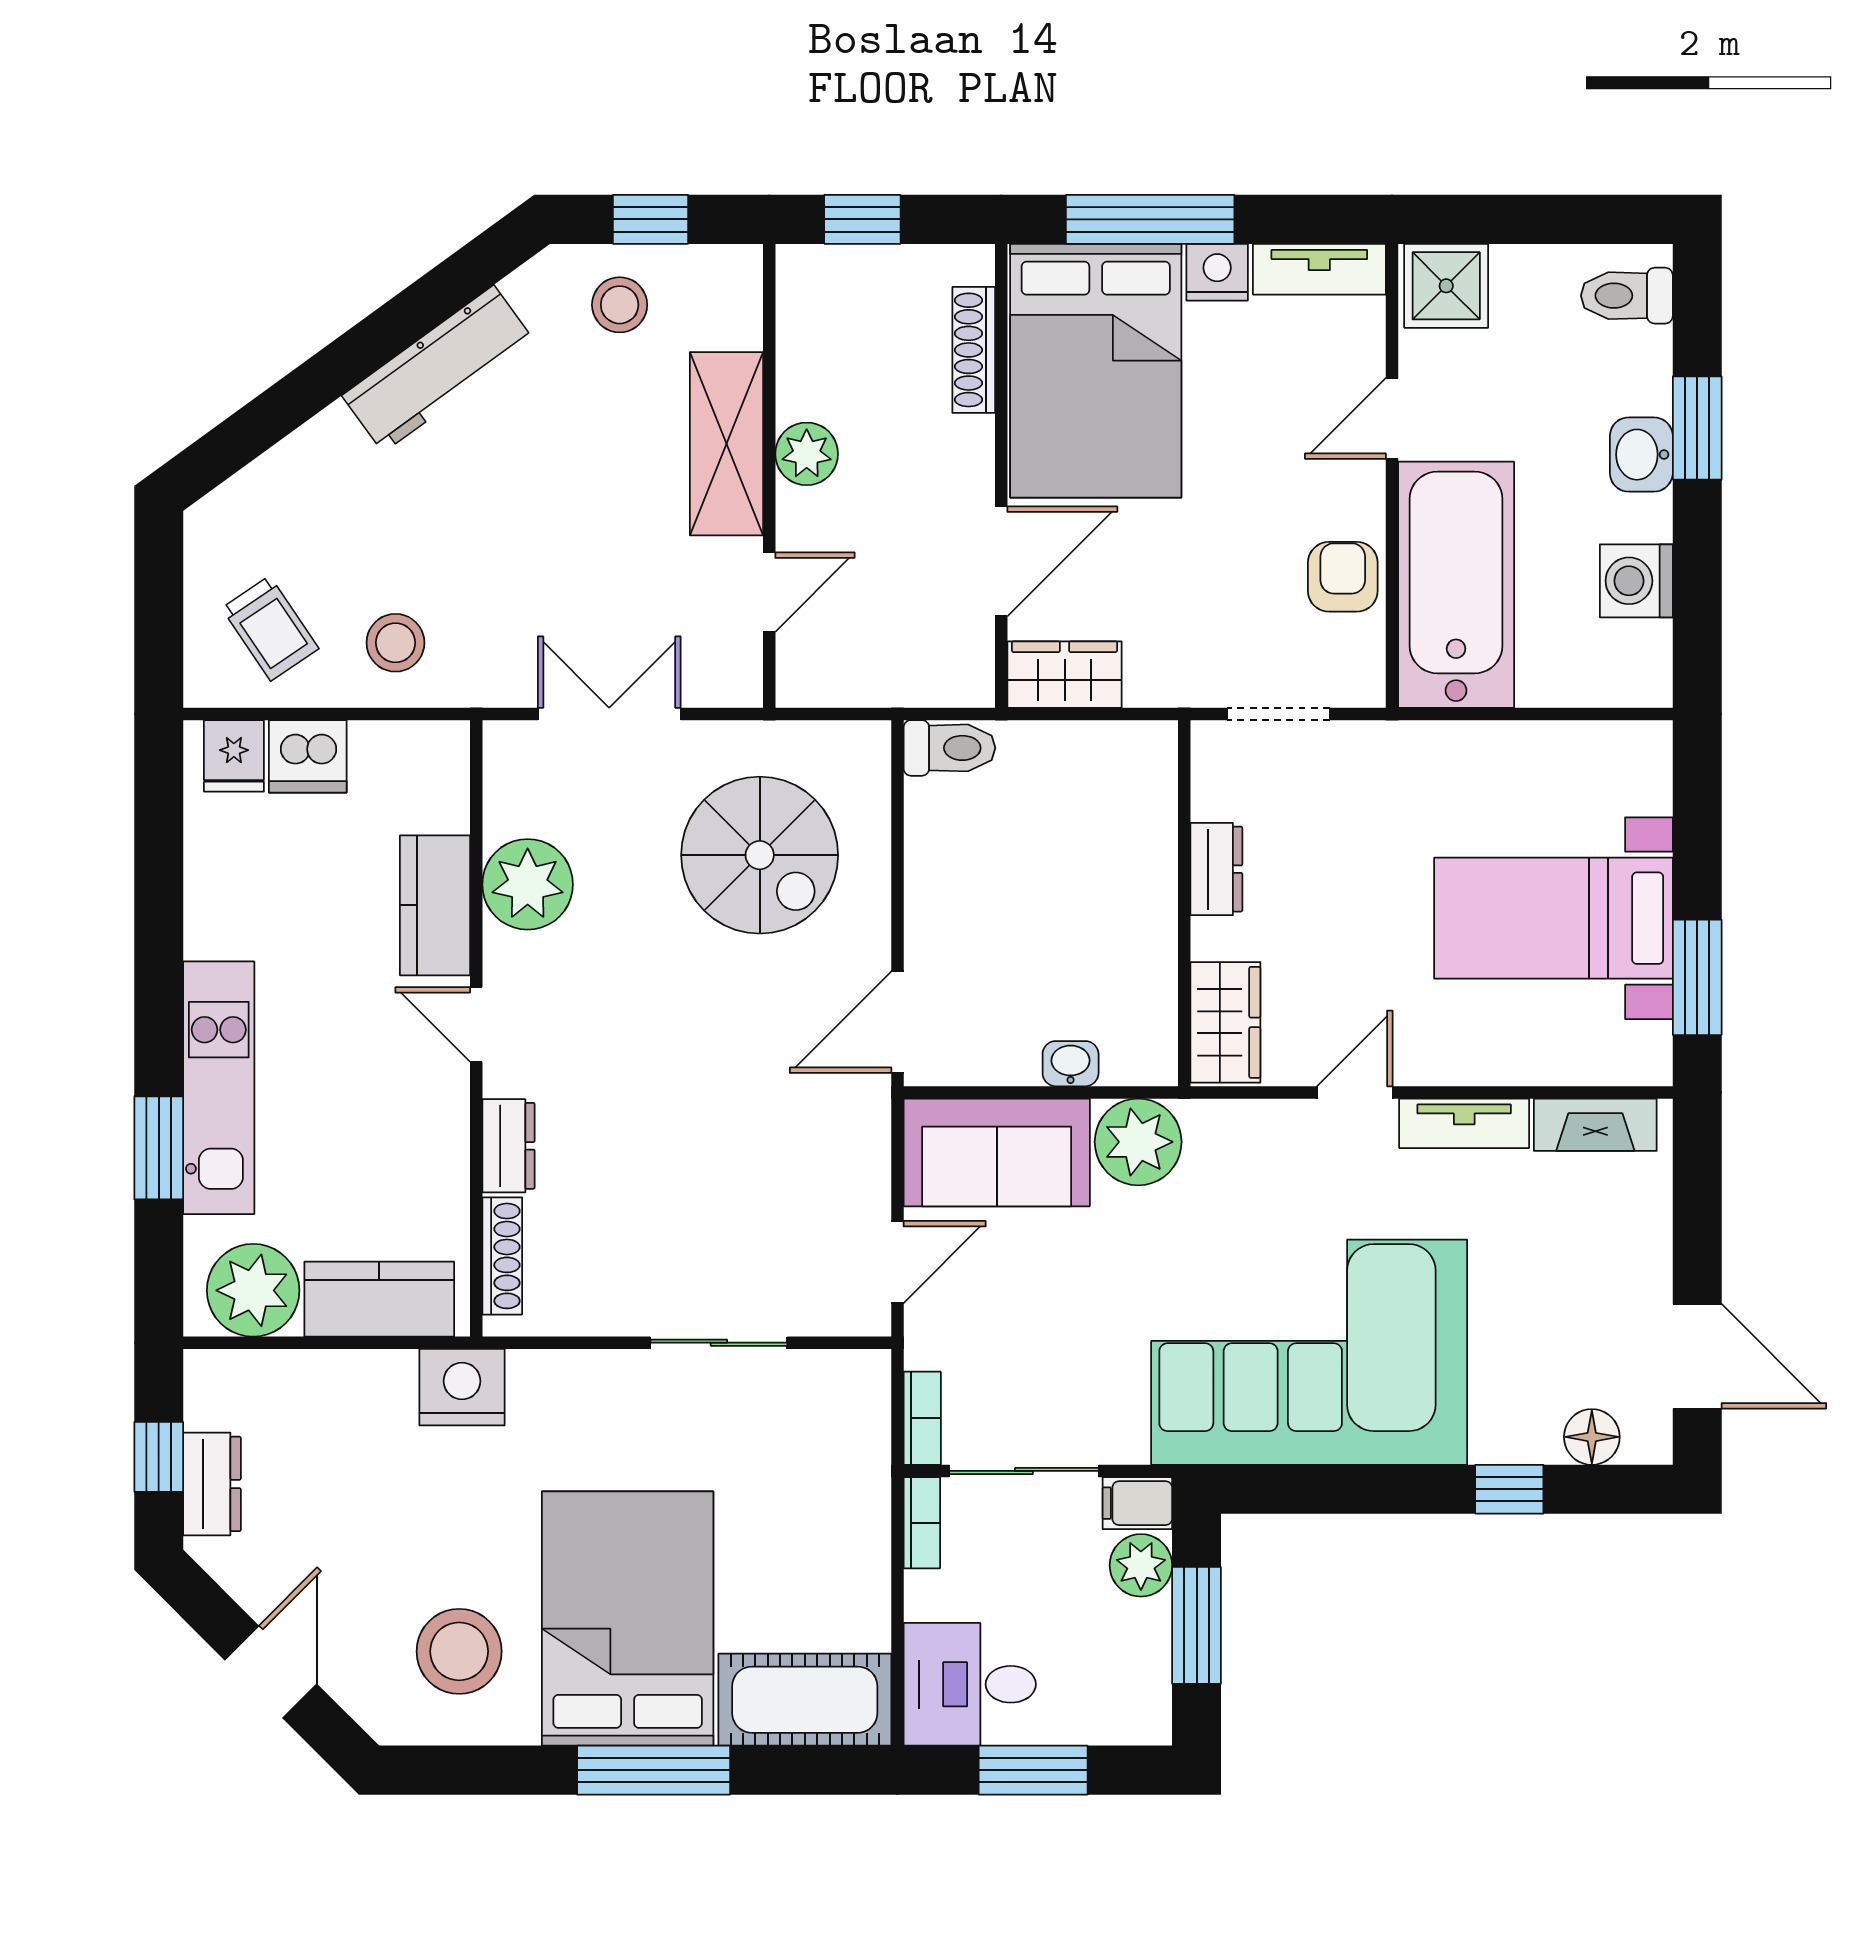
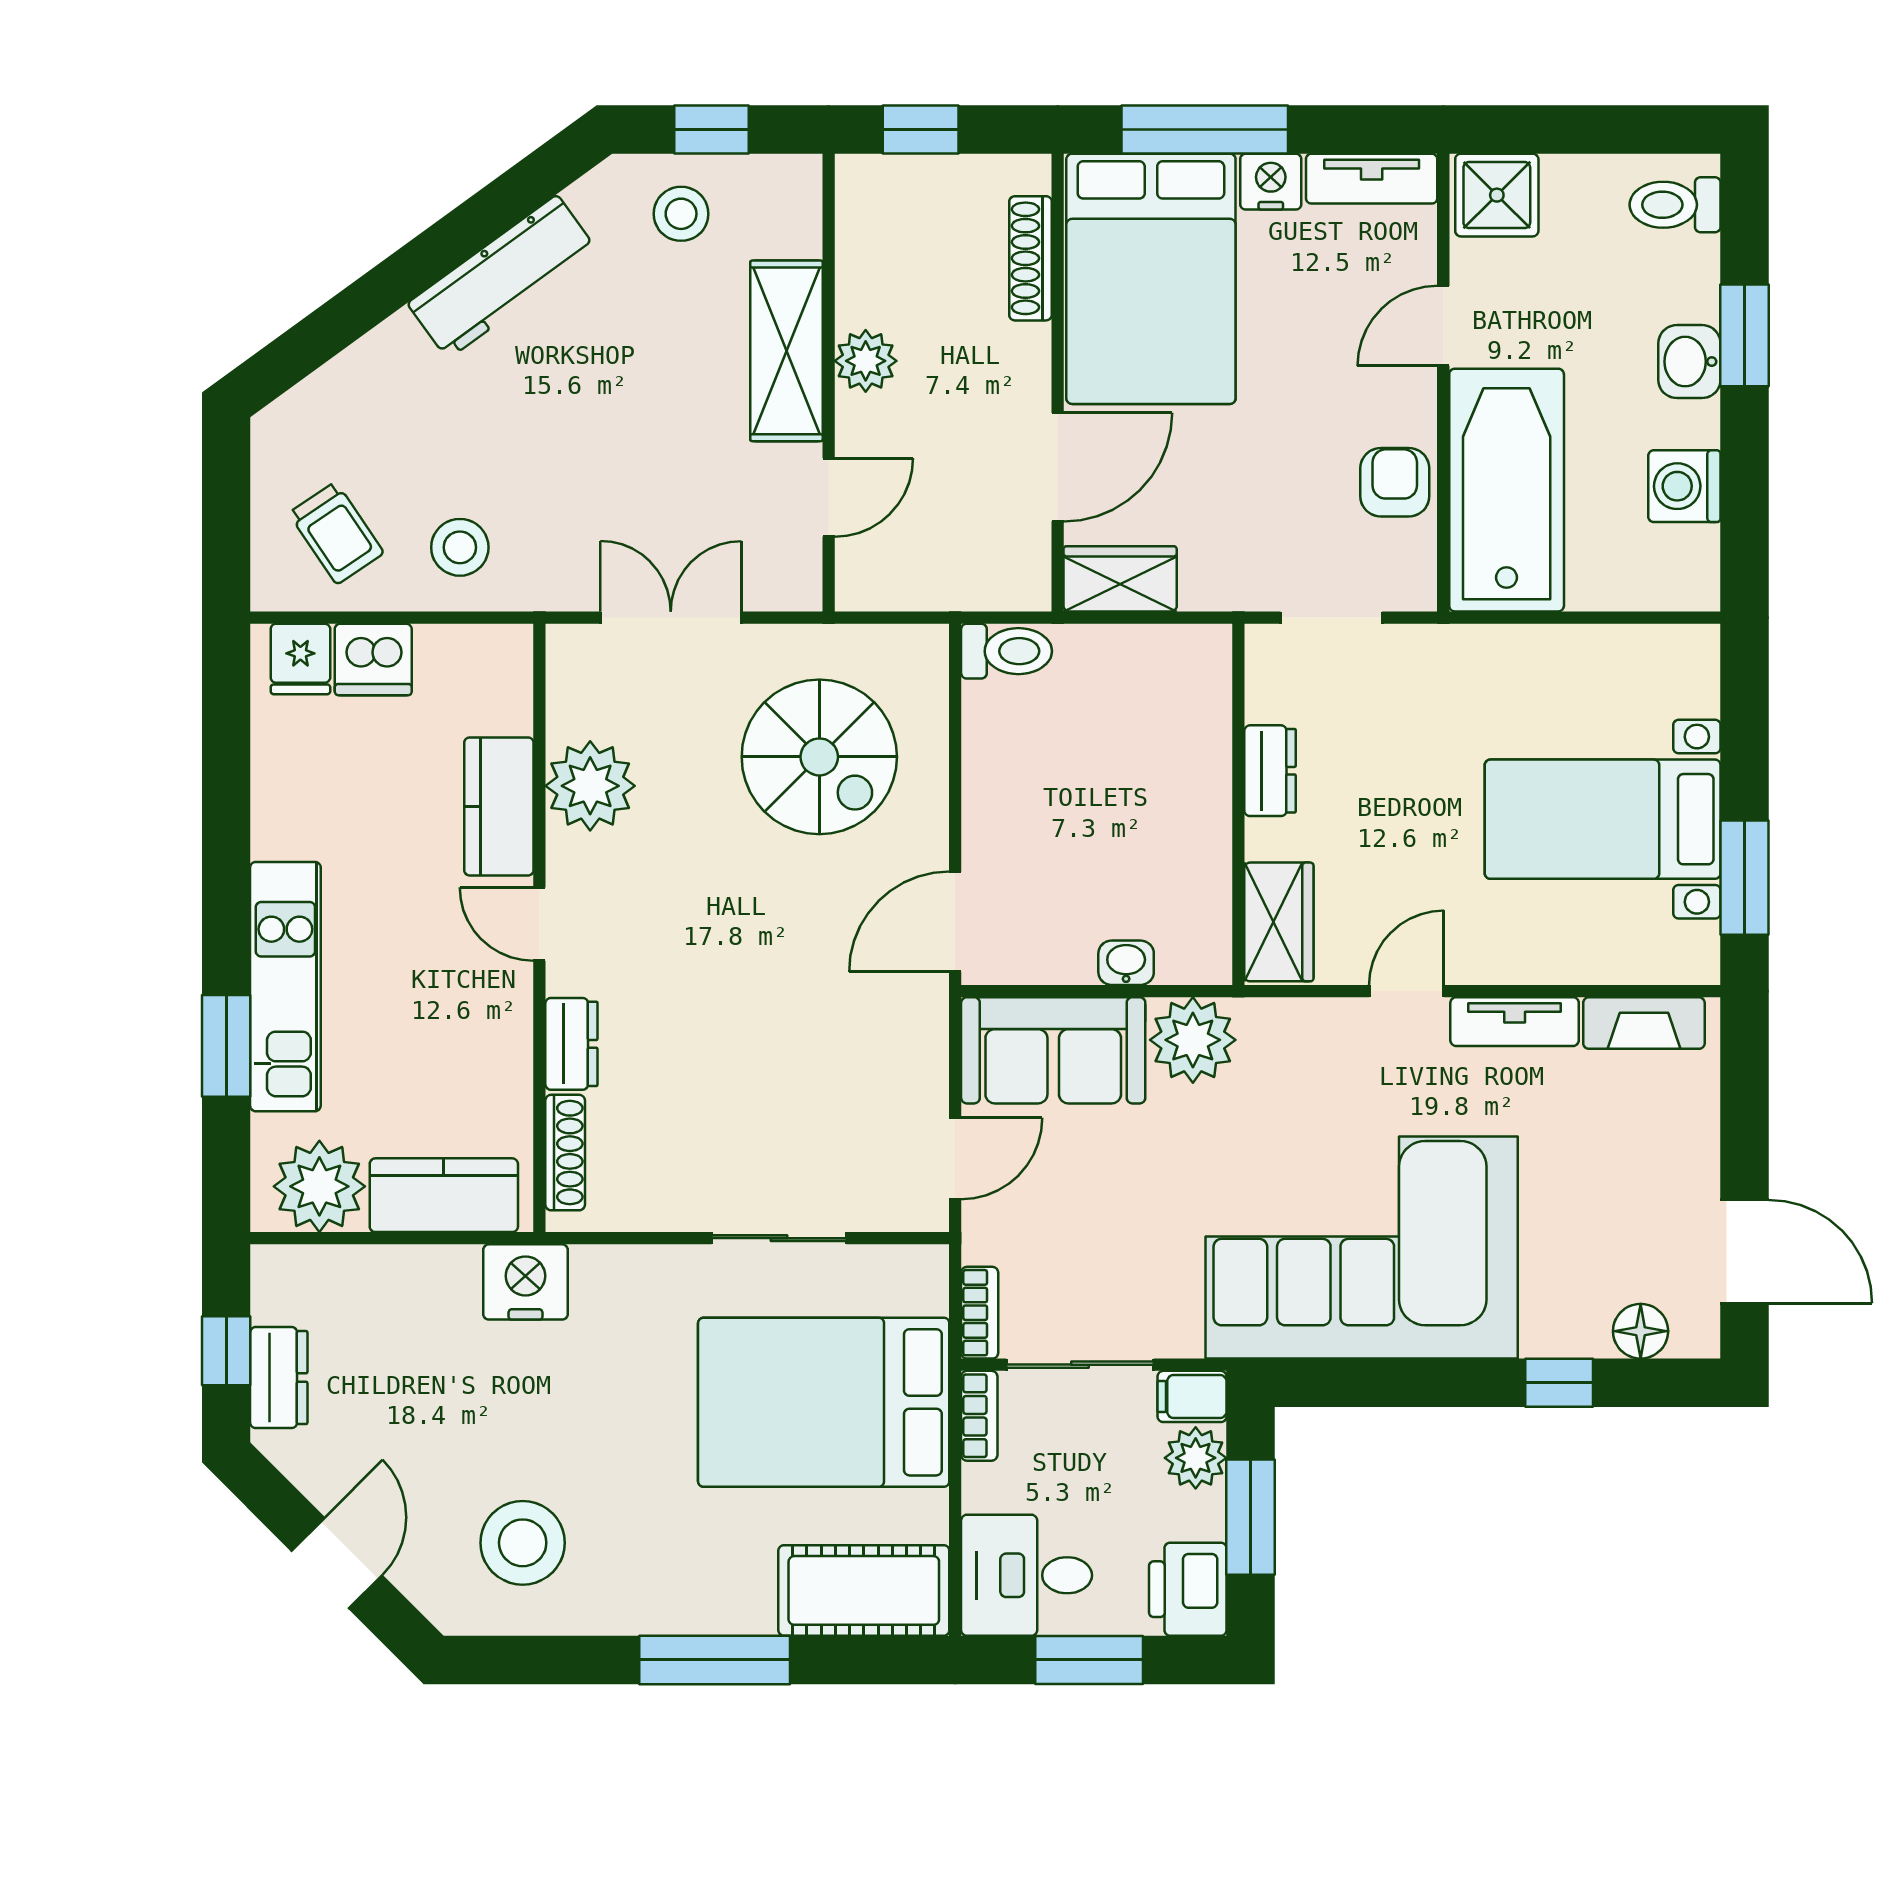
bed: (628, 1619) -> (824, 1402), moved, turned -90
printer: (1133, 1698) -> (1188, 1589), added

